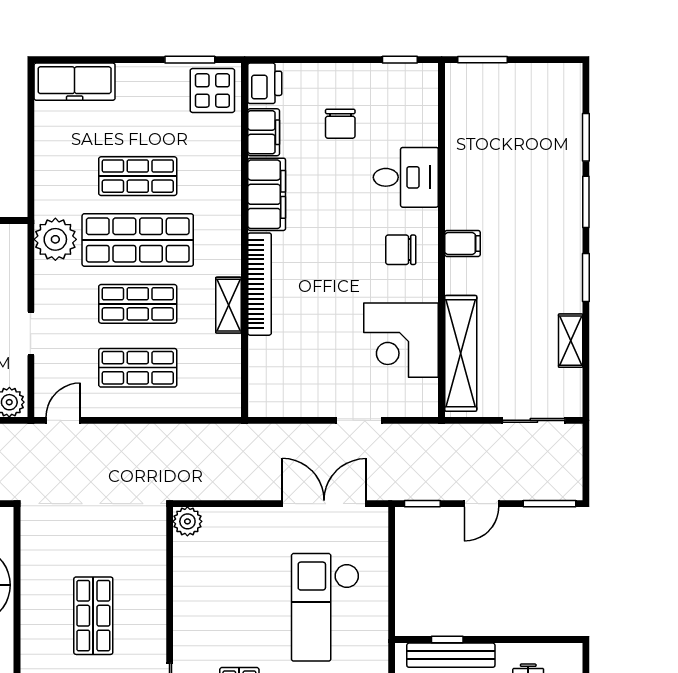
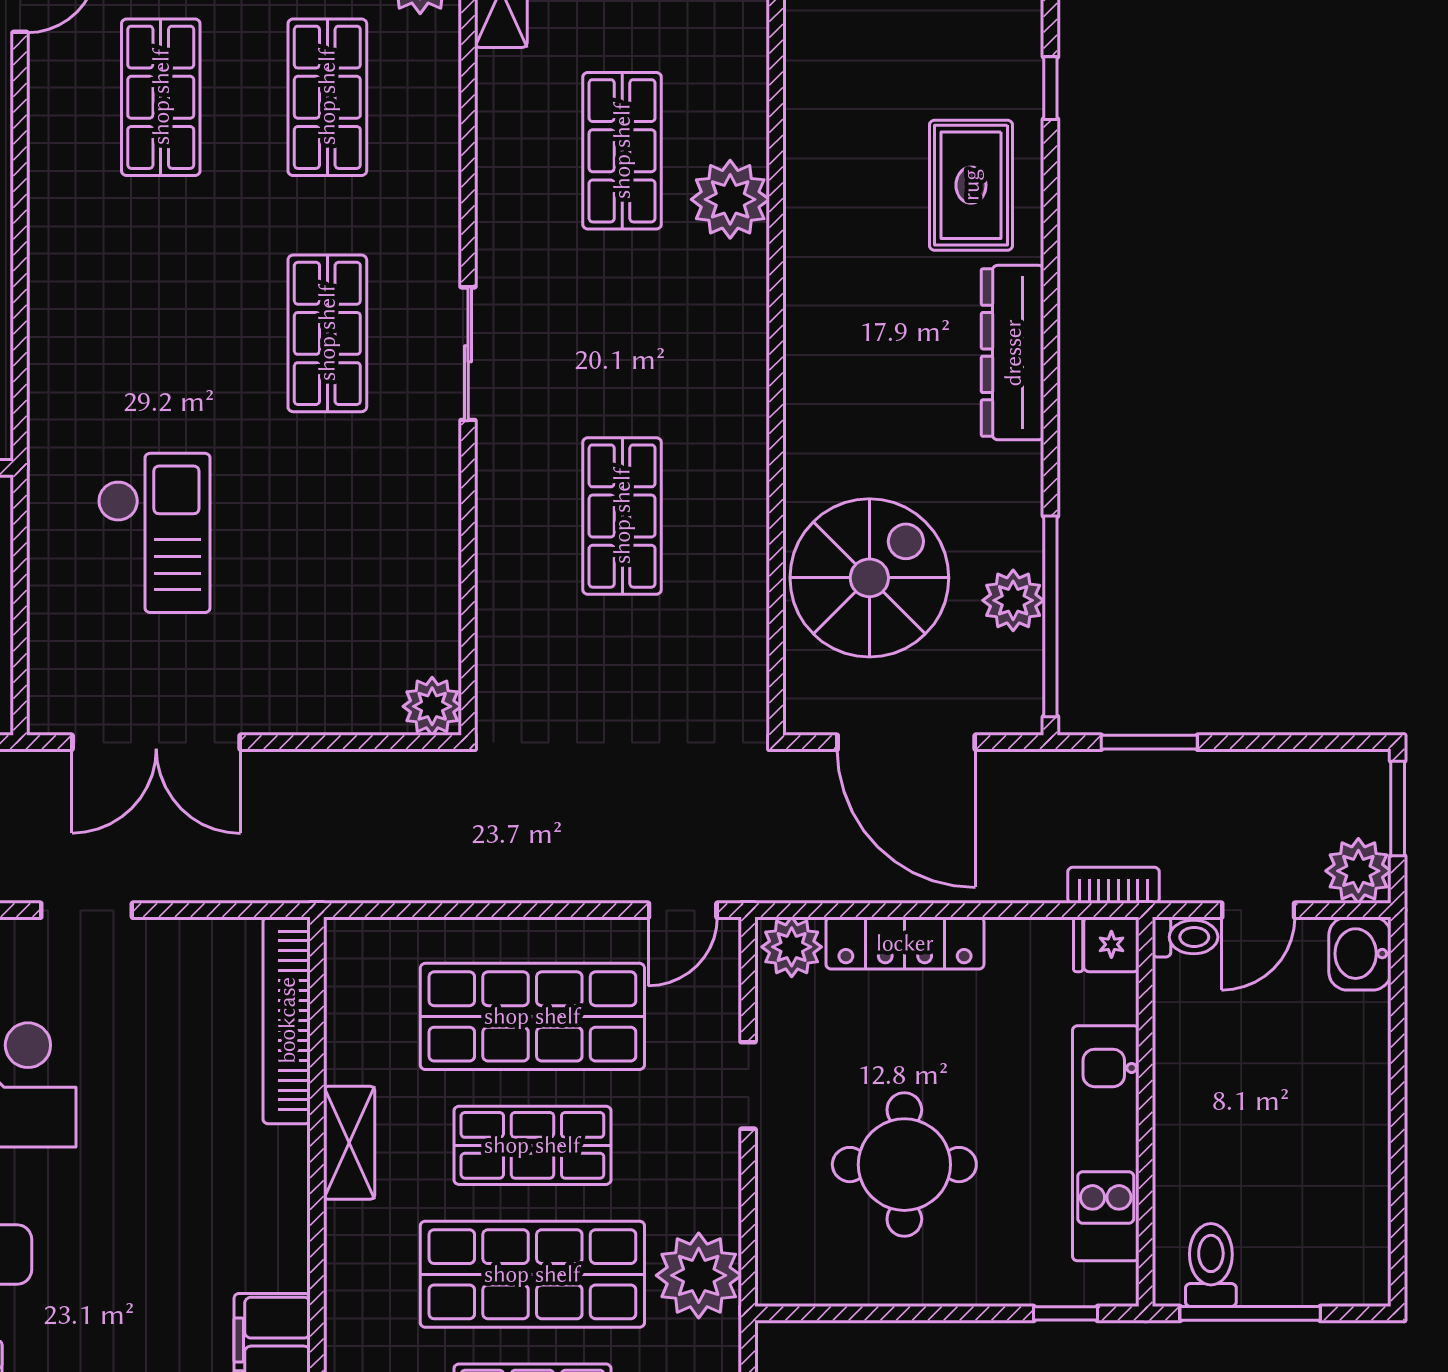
bookcase: (260, 284) -> (287, 1020), moved
shop shelf: (138, 368) -> (532, 1016), width x1.43, depth x1.36
checkout: (325, 607) -> (154, 533), width x0.73, depth x0.83

